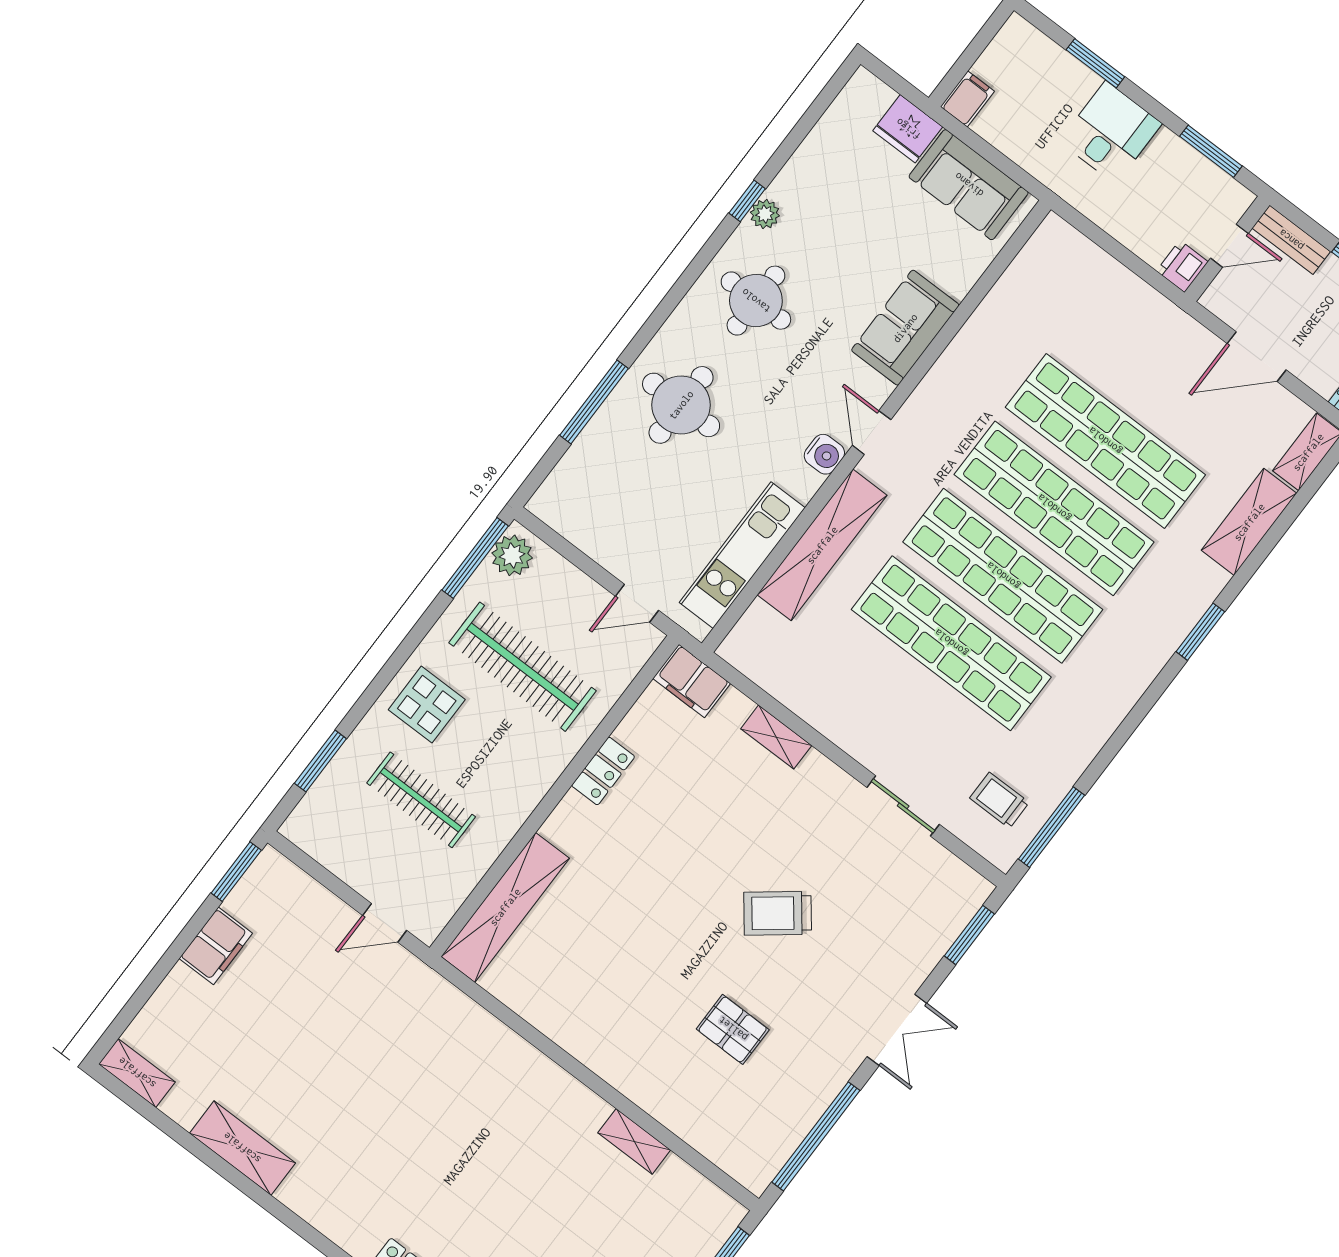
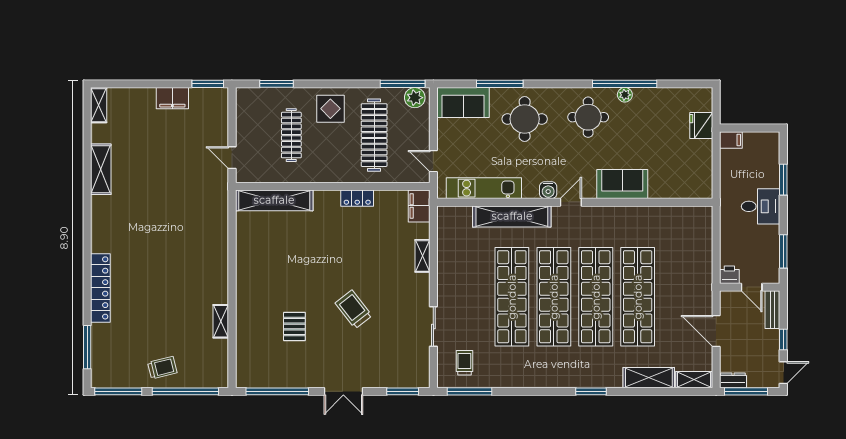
sofa: (969, 185) -> (463, 102), moved, turned -90
window: (747, 201) -> (625, 84), width x3.17

